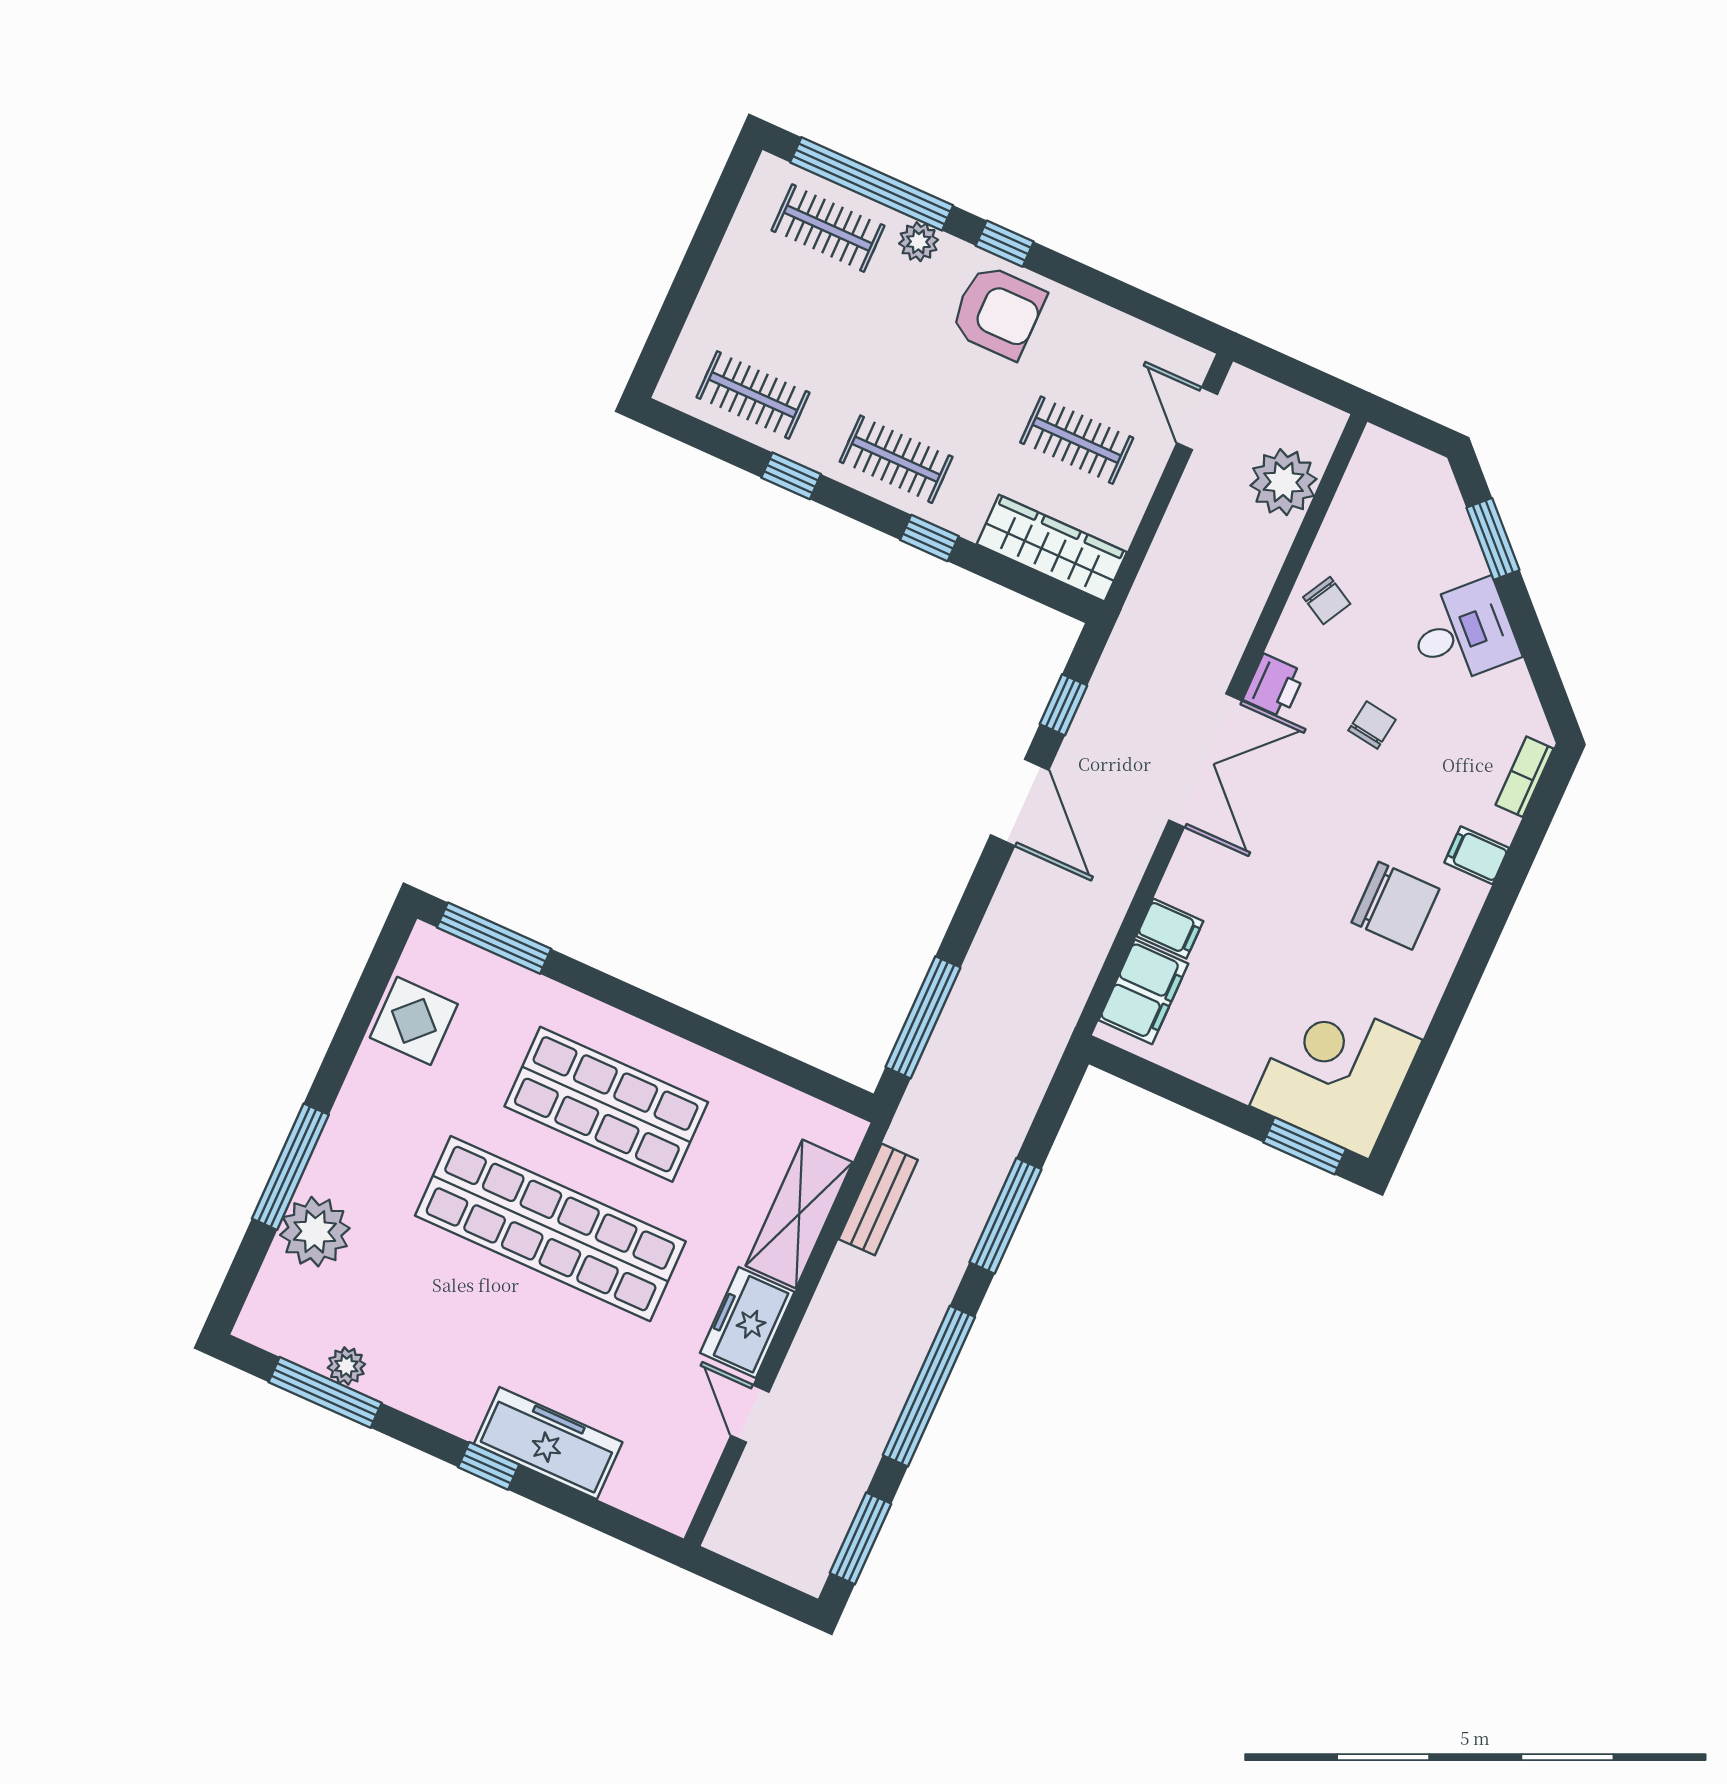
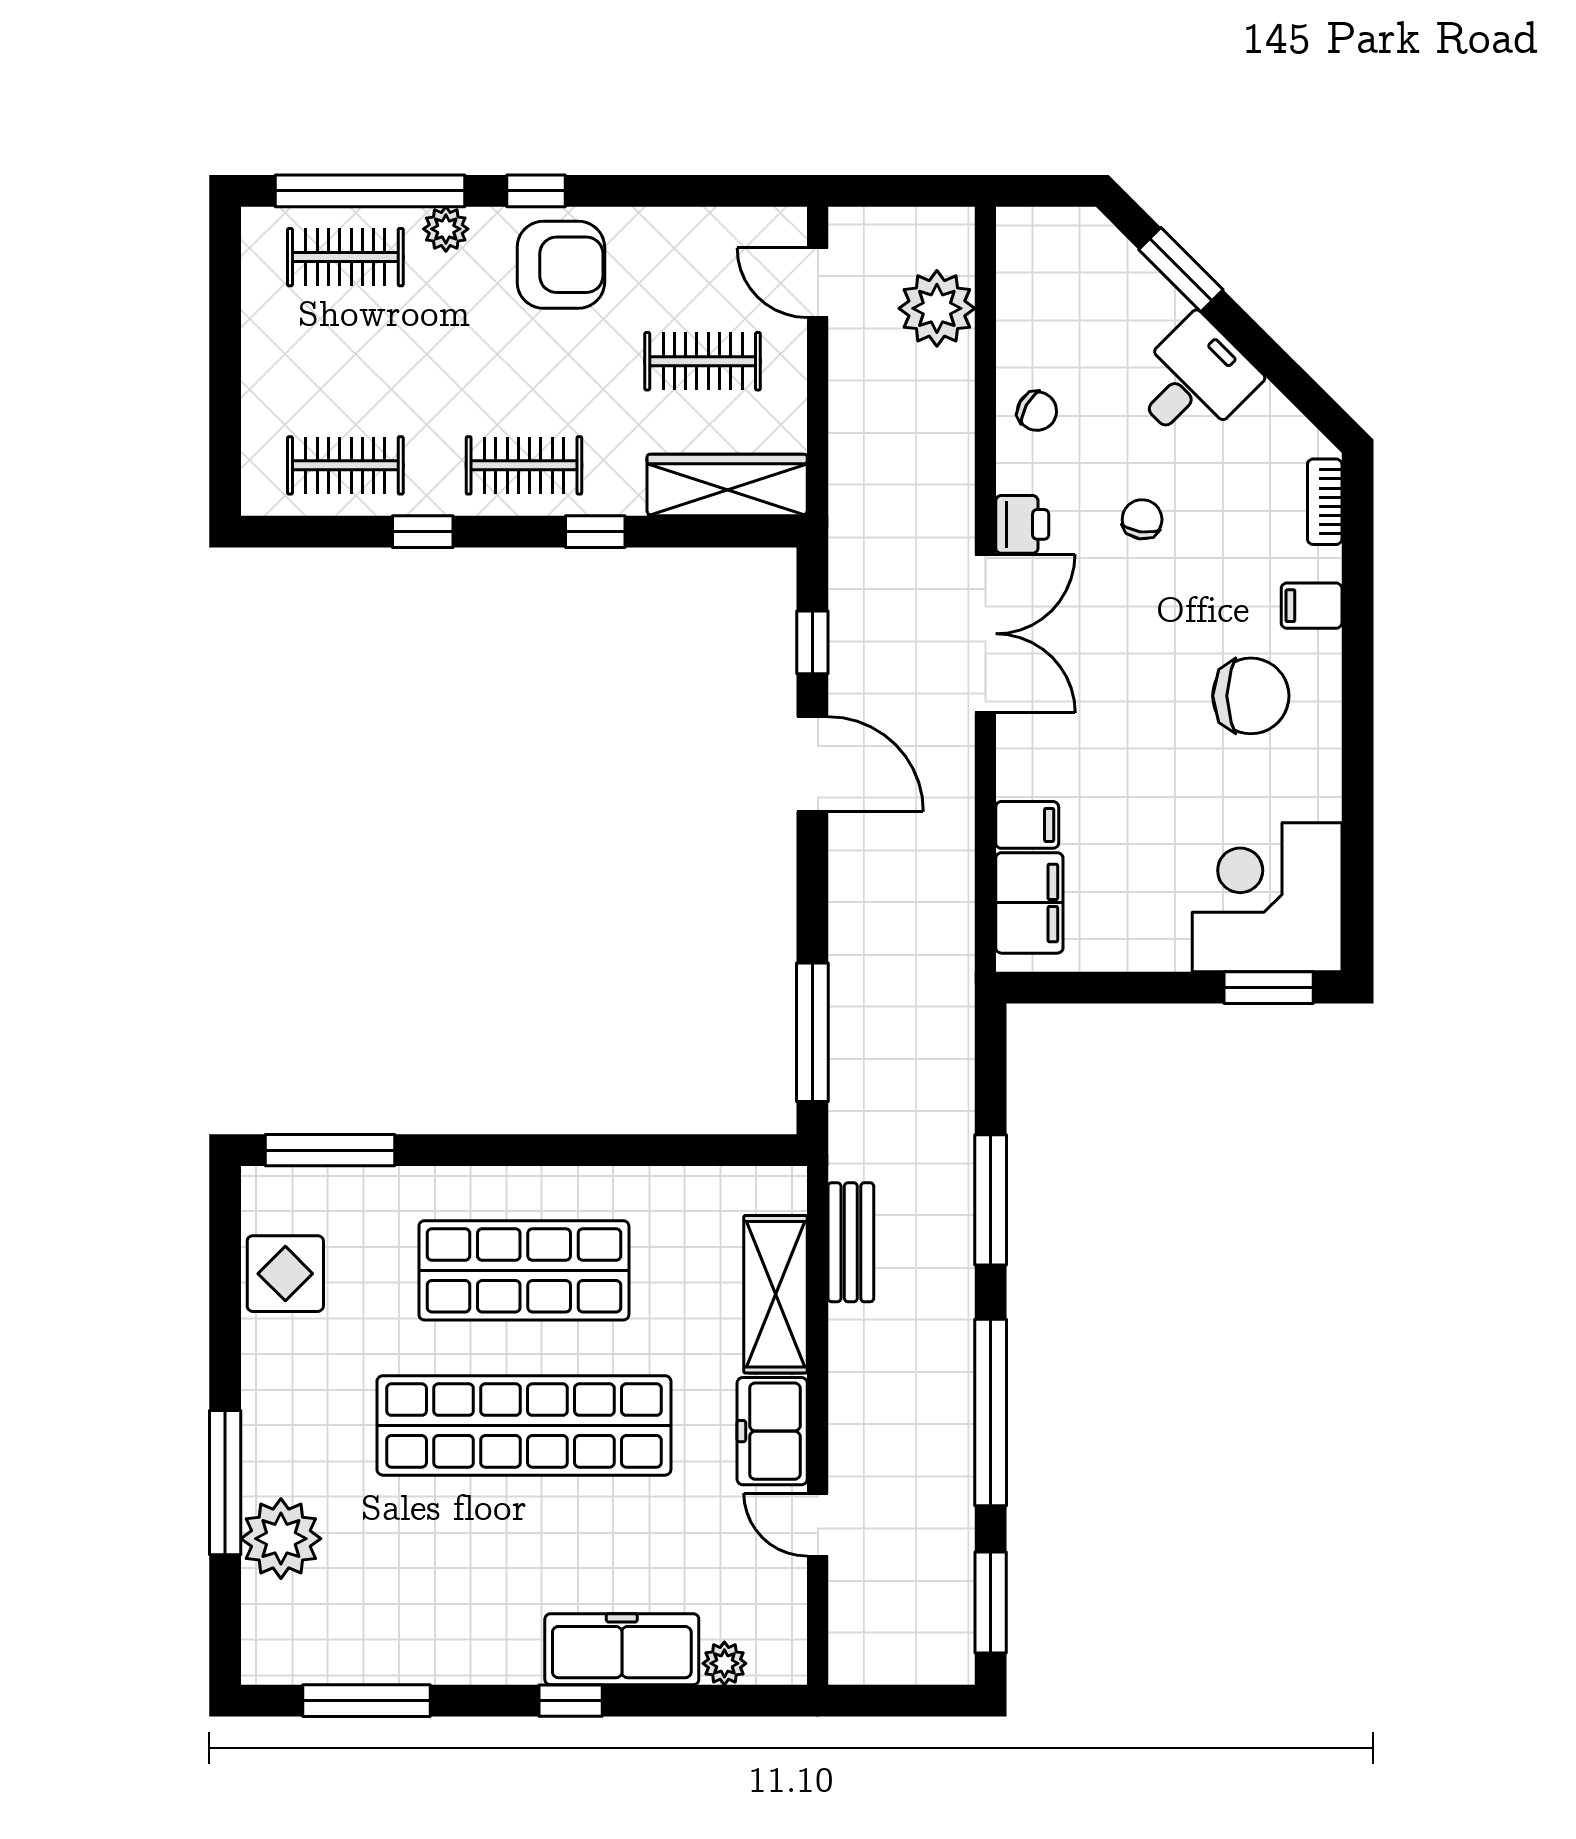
plant: (346, 1366) -> (724, 1663), moved

